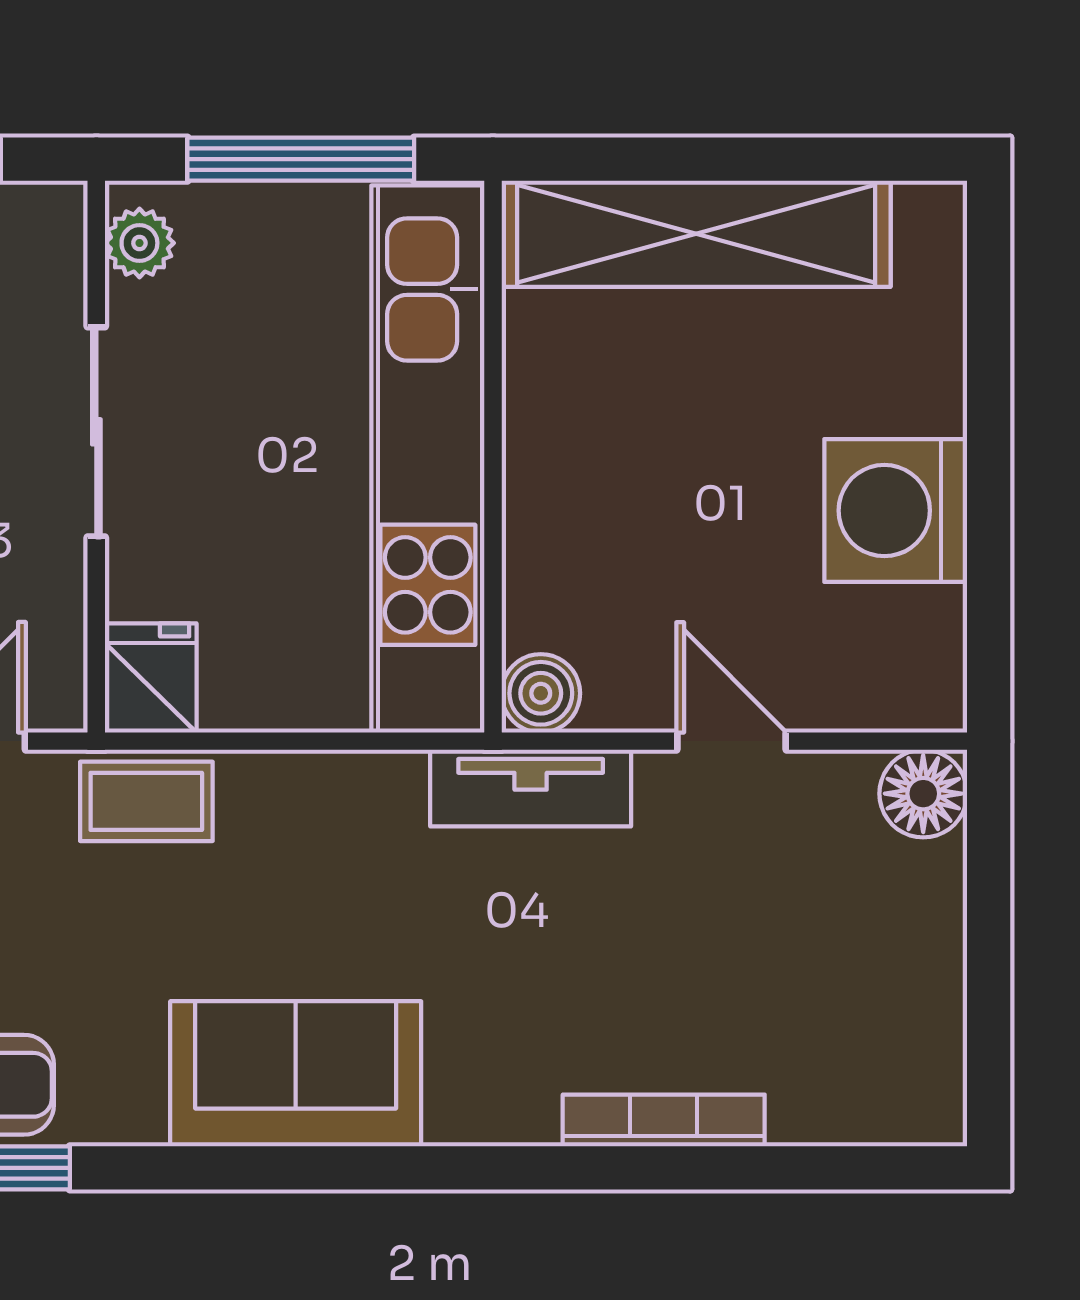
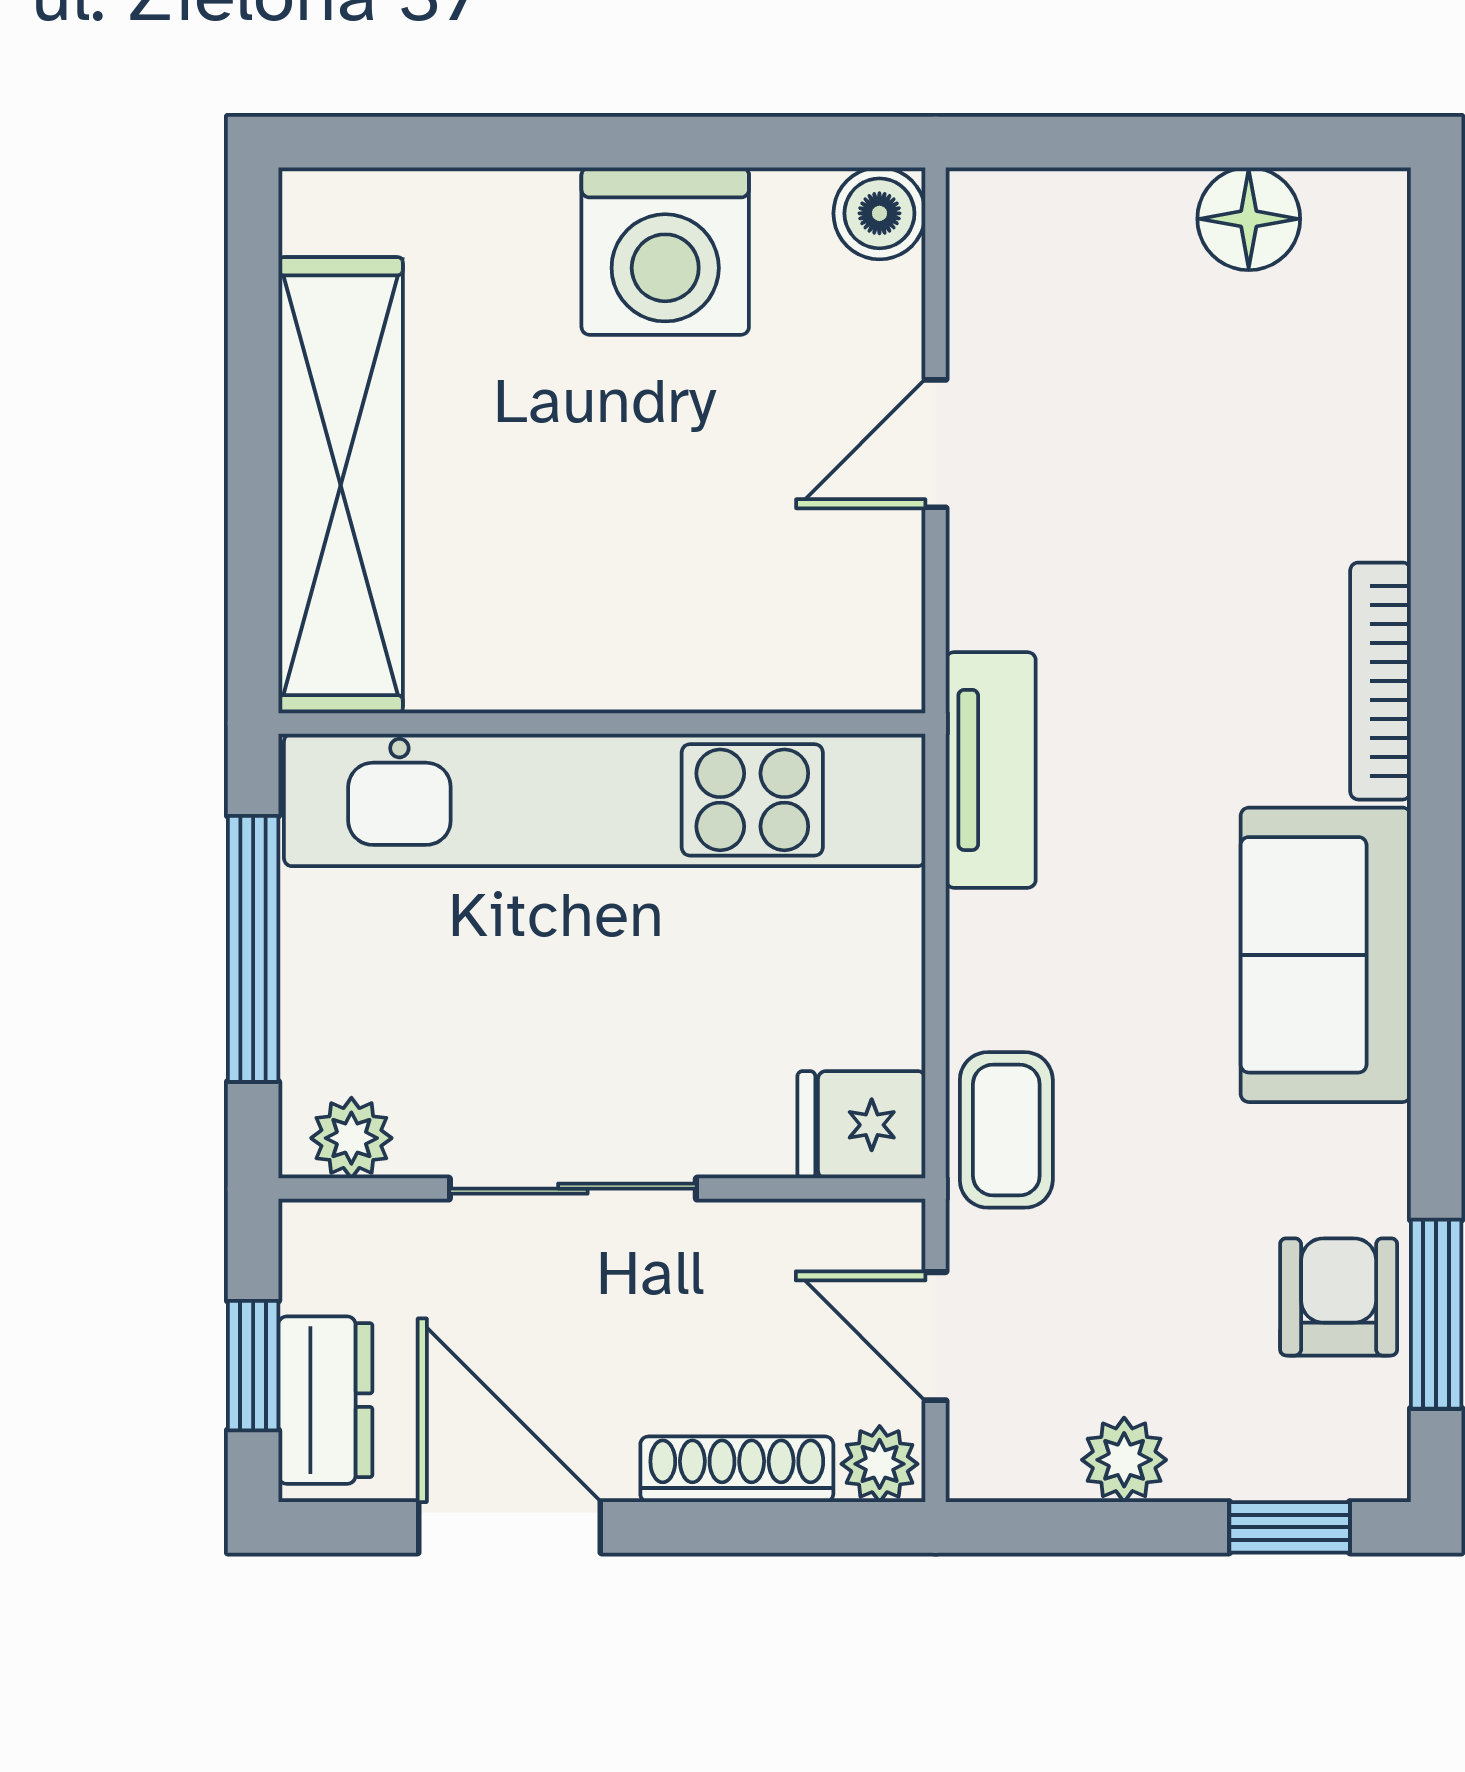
boiler: (541, 693) -> (879, 213), moved
tv unit: (531, 788) -> (991, 770), moved
floor lamp: (923, 794) -> (1249, 219), moved
bookcase: (664, 1120) -> (1381, 681), moved

